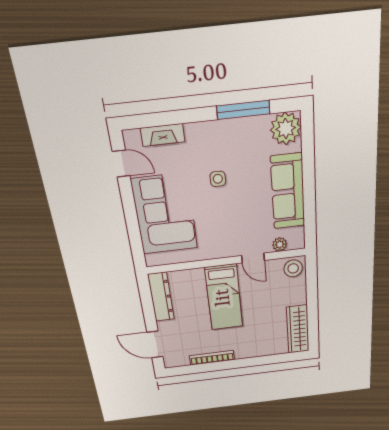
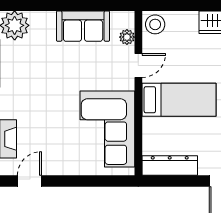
side table: (218, 179) -> (54, 93), removed
sofa: (288, 191) -> (83, 26), width x0.73
corner sofa: (165, 214) -> (107, 129), moved, turned -90

